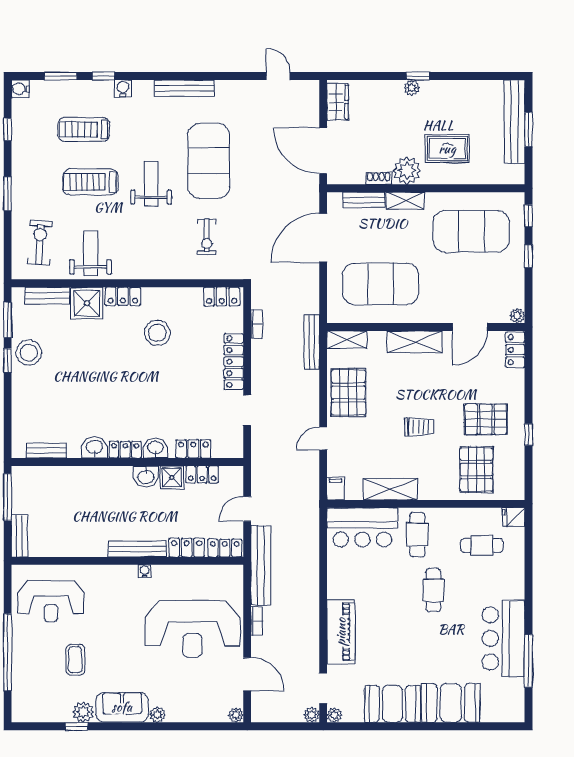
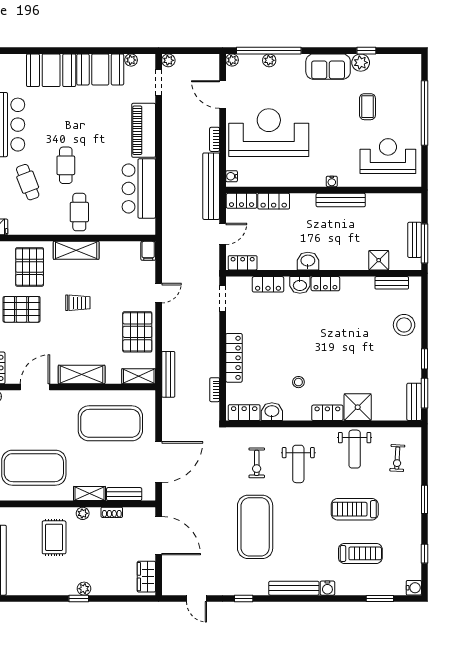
window: (103, 76) -> (244, 598), moved
bench: (184, 88) -> (294, 588), moved
rug: (447, 149) -> (54, 537), turned 90
plant: (407, 170) -> (83, 513), width x0.53, depth x0.53
treadmill: (90, 182) -> (355, 509), turned 180
weight bench: (151, 184) -> (298, 464), moved
exercise bike: (207, 237) -> (257, 463), turned 180
exercise bike: (40, 243) -> (397, 458), width x0.73, depth x0.72
bench: (47, 296) -> (414, 402), moved, turned 90
stool: (157, 333) -> (298, 382), width x0.53, depth x0.53
stool: (29, 353) -> (404, 325), moved
doorway: (247, 410) -> (223, 299), moved
trolley: (419, 427) -> (78, 303), turned 180
washbasin: (94, 448) -> (272, 412), moved, turned 180
locker: (202, 474) -> (243, 263), moved
shower: (172, 478) -> (379, 260), moved
shelving: (390, 489) -> (76, 250), moved
bar counter: (362, 527) -> (139, 188), moved, turned -90
bench: (19, 536) -> (415, 240), moved
cafe table: (482, 545) -> (28, 182), moved, turned 69
bench: (137, 549) -> (341, 200), moved
water cooler: (145, 571) -> (332, 181), moved
water cooler: (237, 577) -> (232, 176), added
plant: (158, 715) -> (269, 60), moved
plant: (334, 715) -> (131, 60), moved
window: (192, 726) -> (269, 51), added

